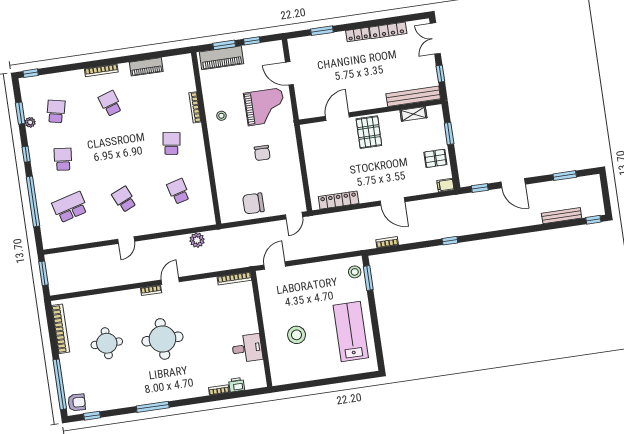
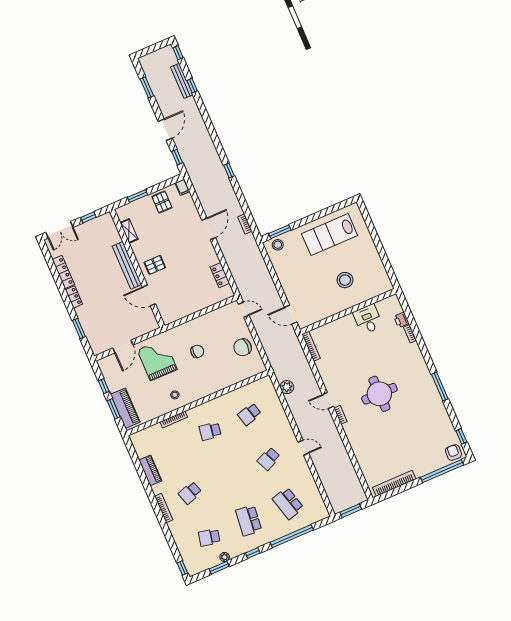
bench: (413, 96) -> (127, 265), moved
pallet: (369, 132) -> (155, 265), width x0.67, depth x0.71
school desk: (63, 159) -> (249, 520), width x1.85
locker: (339, 200) -> (220, 275), width x0.66
chair: (253, 203) -> (243, 347), turned 90
window: (553, 226) -> (192, 86), added
round table: (107, 343) -> (396, 440), removed

